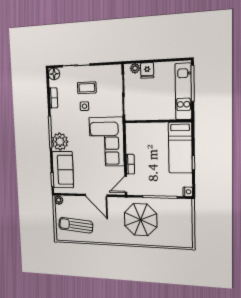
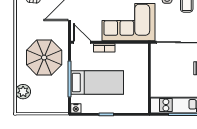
bed: (180, 148) -> (97, 83), moved, turned 180
plant: (172, 240) -> (23, 92), added

